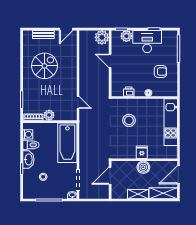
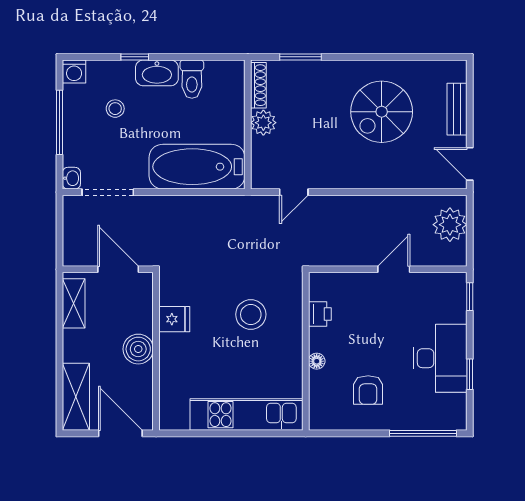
plant: (126, 36) -> (453, 308), removed
plant: (102, 37) -> (450, 225), moved
spiral stairs: (44, 66) -> (382, 112), turned 90
washing machine: (28, 134) -> (74, 71), moved
fridge: (142, 152) -> (174, 319), moved
shelving: (138, 194) -> (74, 303), moved

